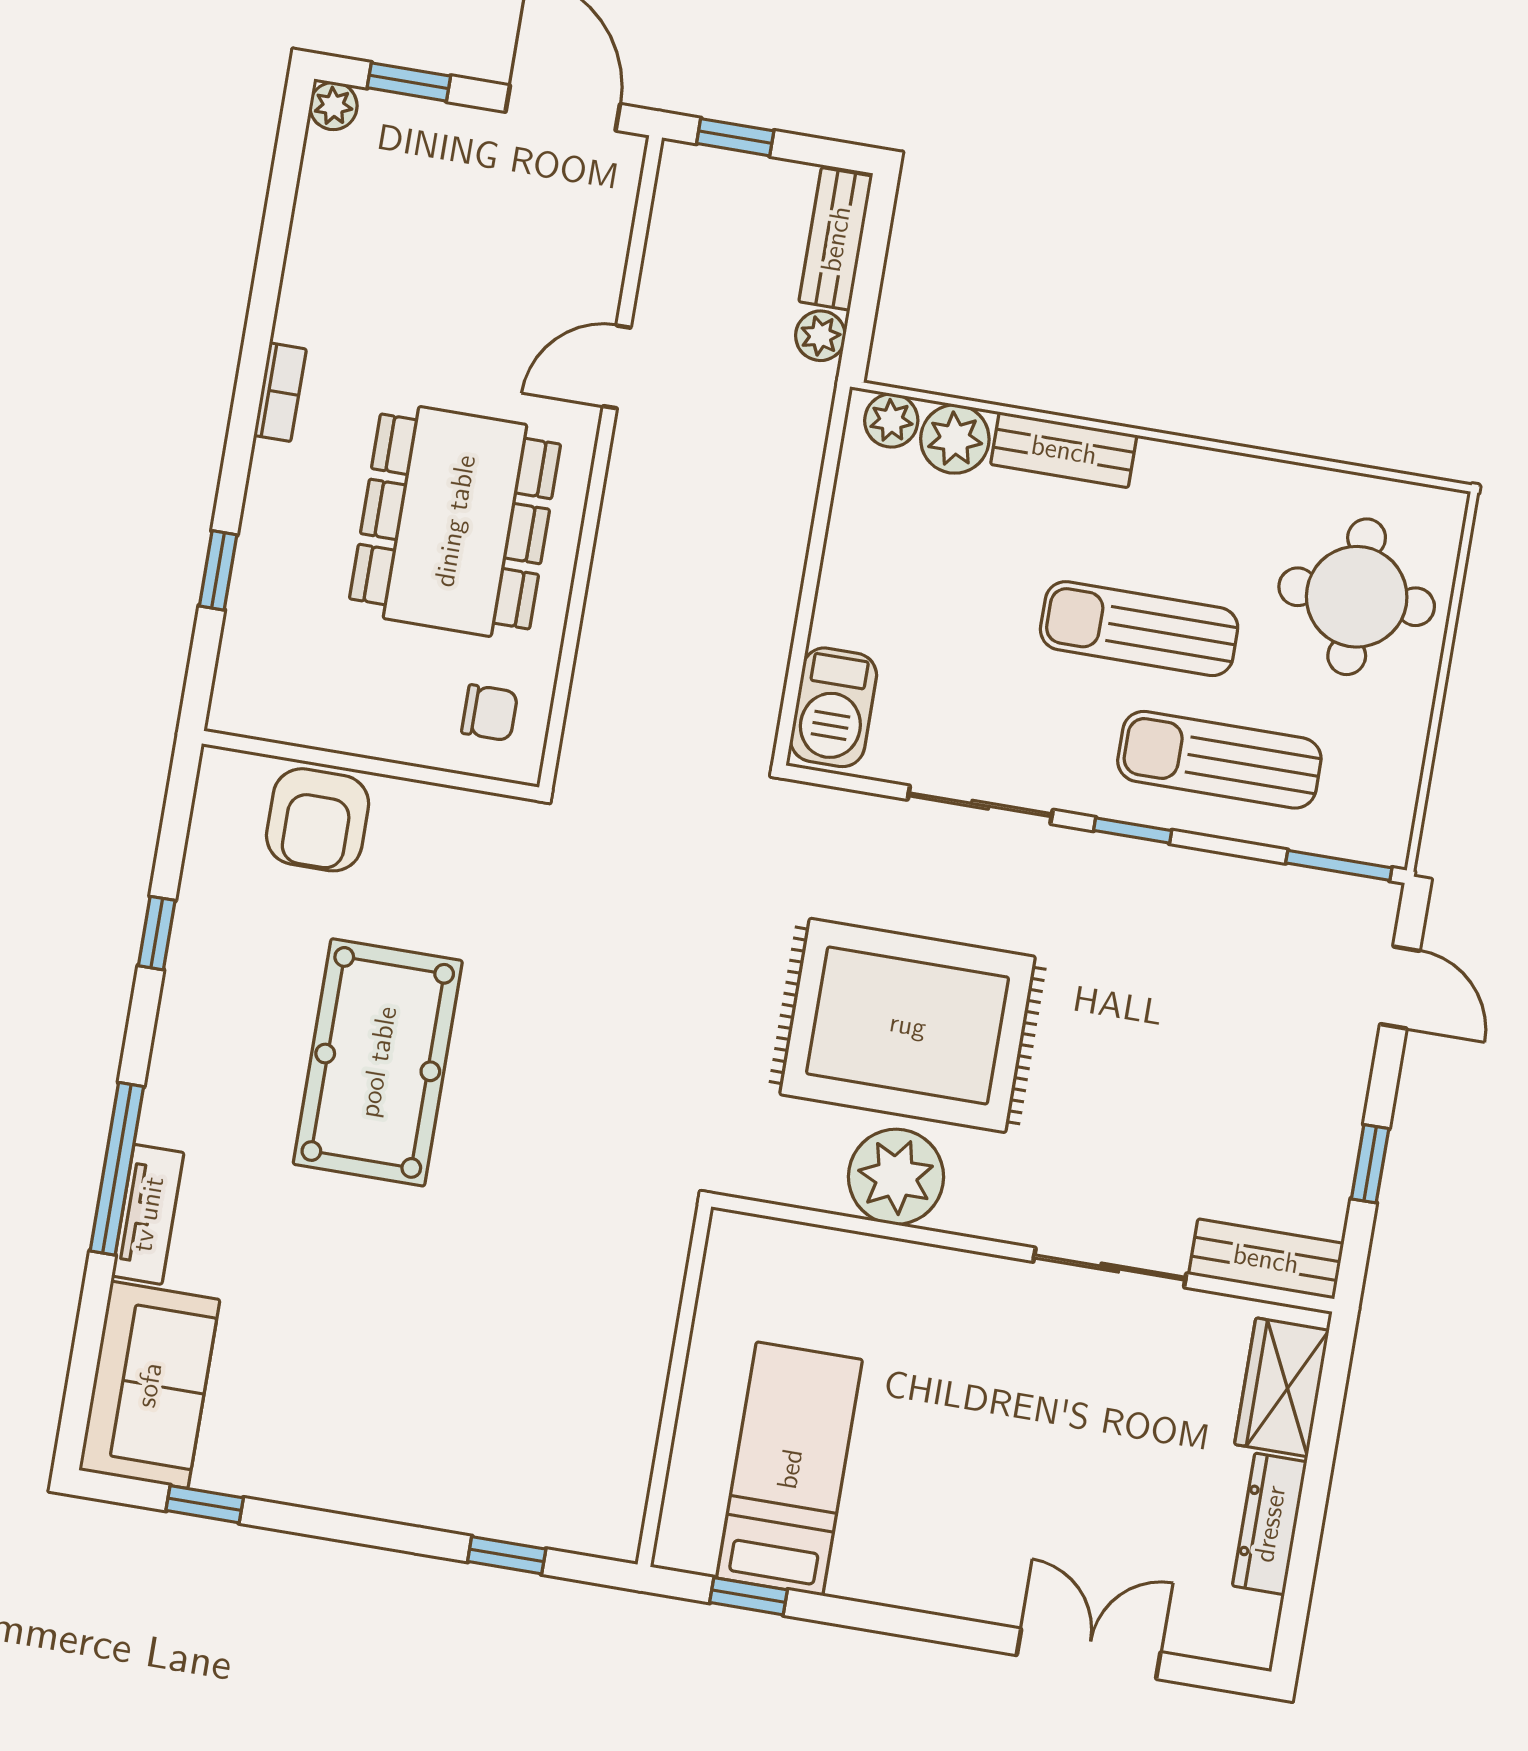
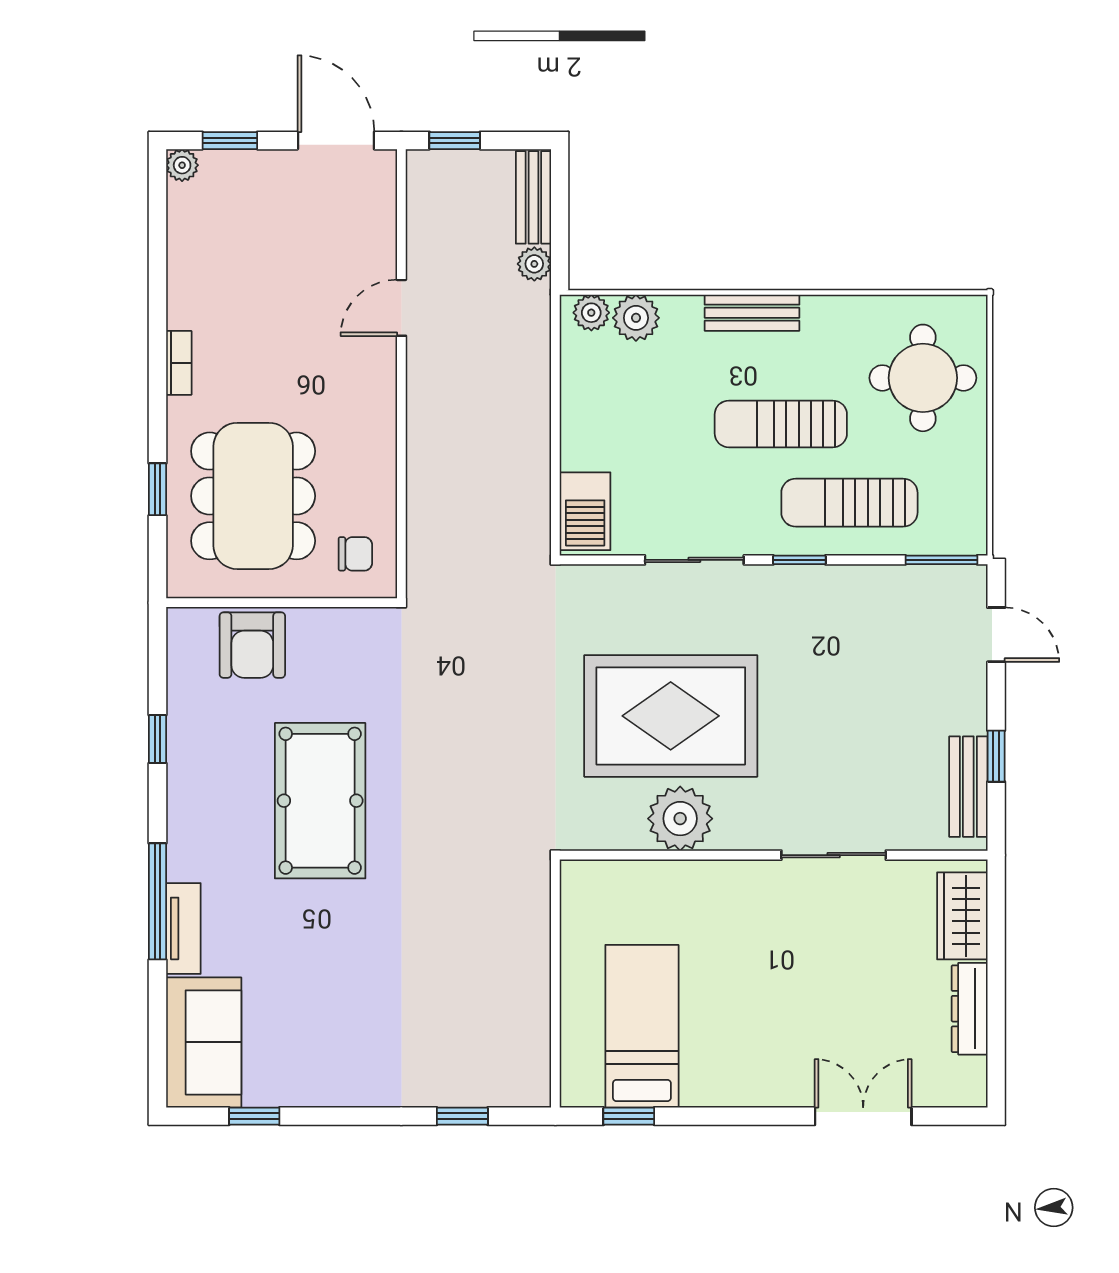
bench: (1064, 450) -> (752, 313), moved
dining table: (455, 521) -> (253, 496), moved
bench: (1266, 1259) -> (968, 787), moved, turned 90

